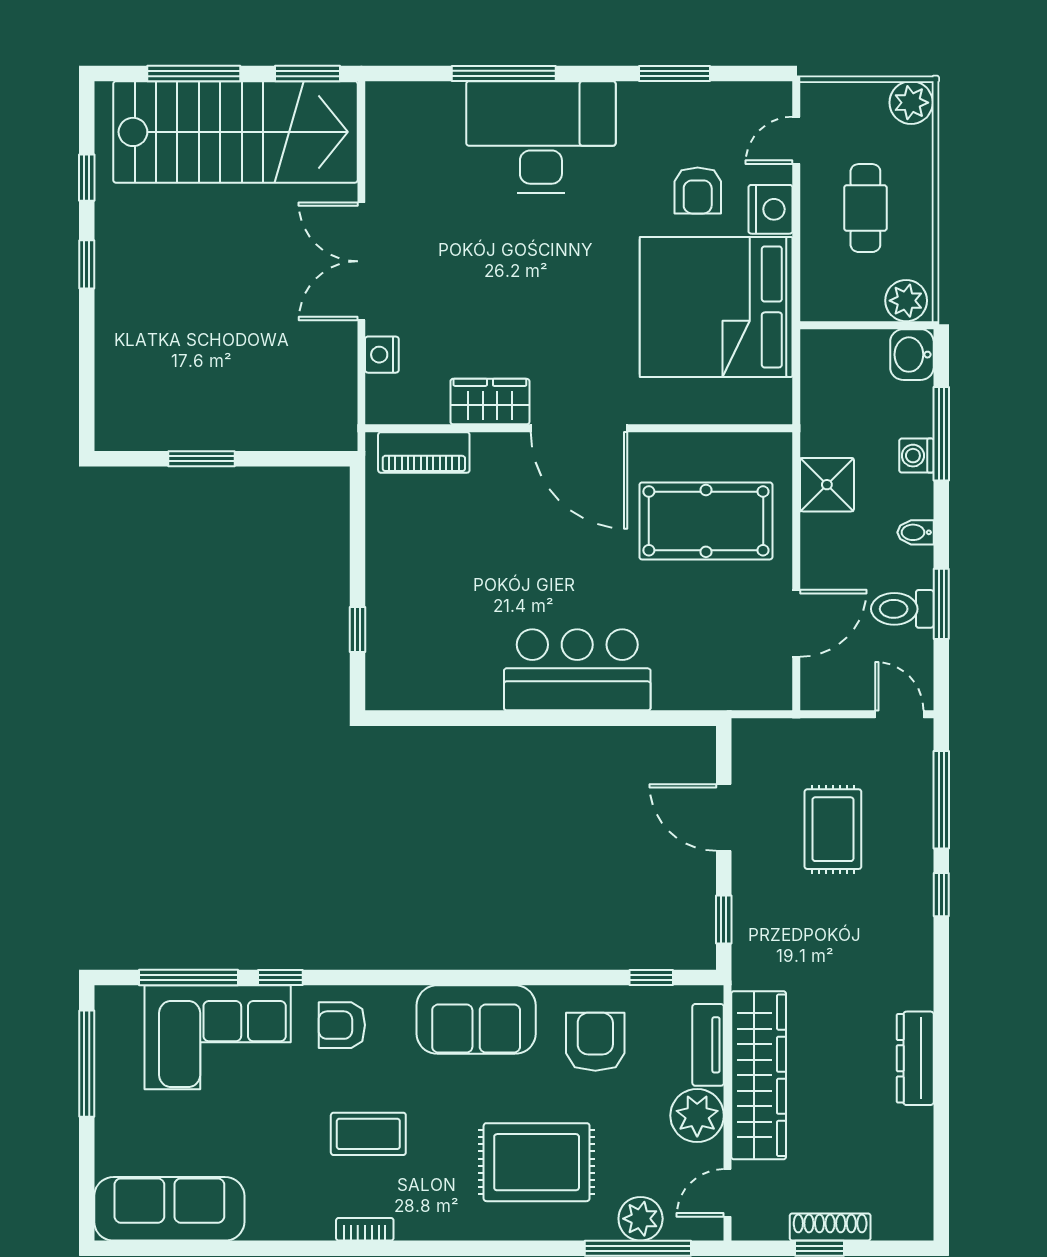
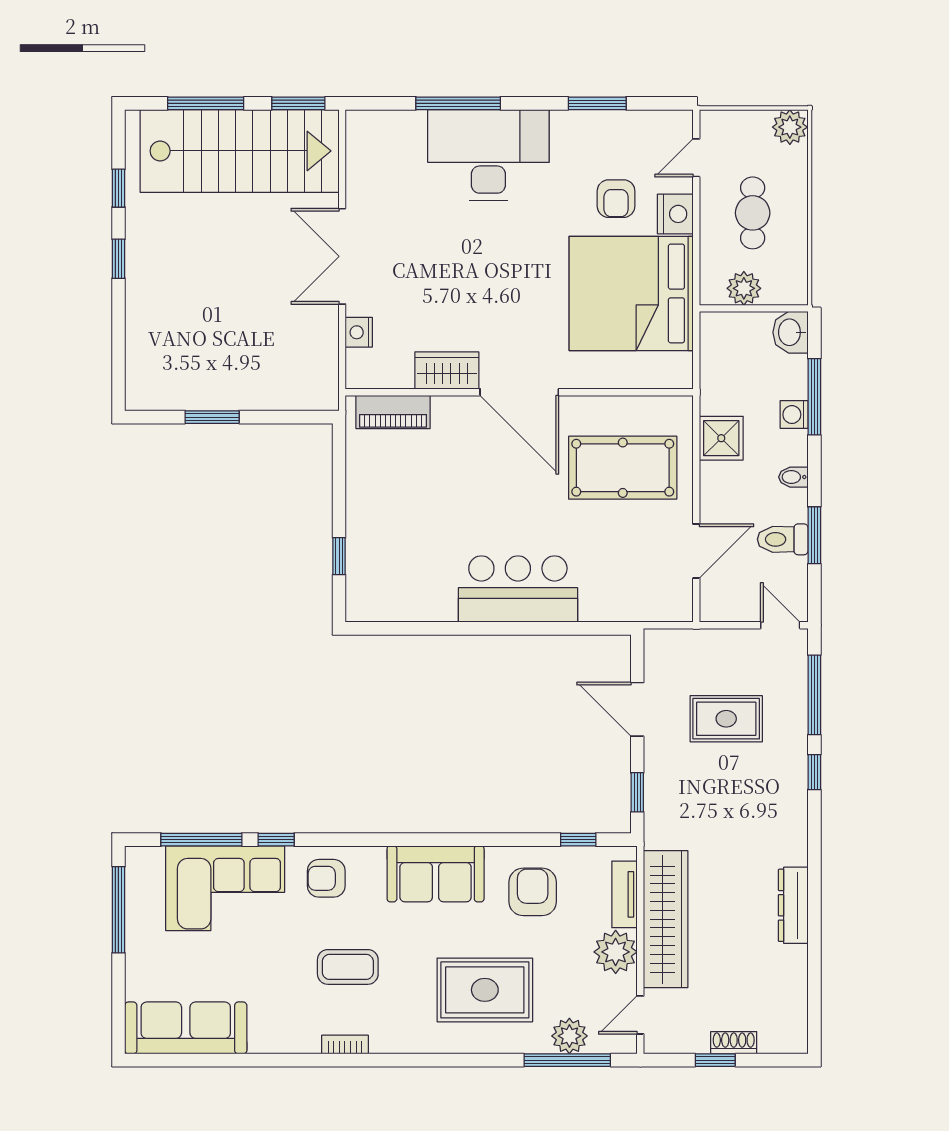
plant: (906, 301) -> (744, 288), moved
rug: (833, 829) -> (726, 719), turned 90
shoe rack: (830, 1227) -> (734, 1043), width x0.70

